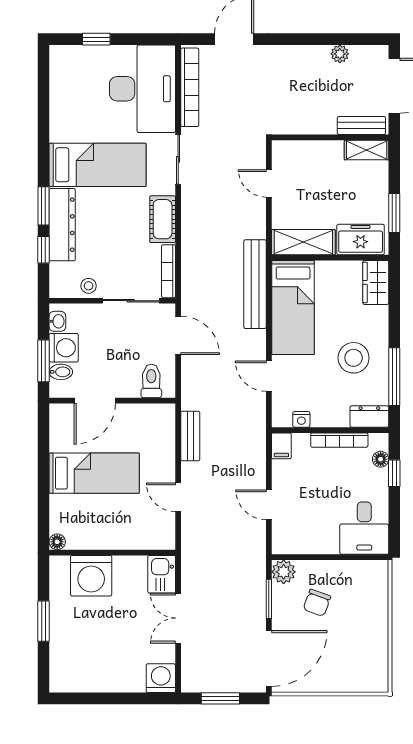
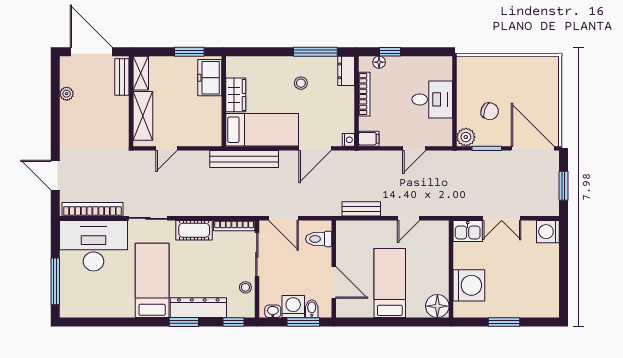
window: (96, 39) -> (55, 281), width x2.17
shelving: (303, 242) -> (143, 116), moved
window: (44, 250) -> (233, 322), moved
wardrobe: (376, 282) -> (236, 95), moved, turned -90
door: (178, 335) -> (284, 218), swing flipped
stool: (354, 358) -> (301, 83), width x0.53, depth x0.53
door: (269, 376) -> (315, 148), width x1.38
nightstand: (301, 419) -> (348, 140), moved
desk: (364, 528) -> (432, 99), moved
floor lamp: (57, 542) -> (437, 306), width x1.89, depth x1.89

